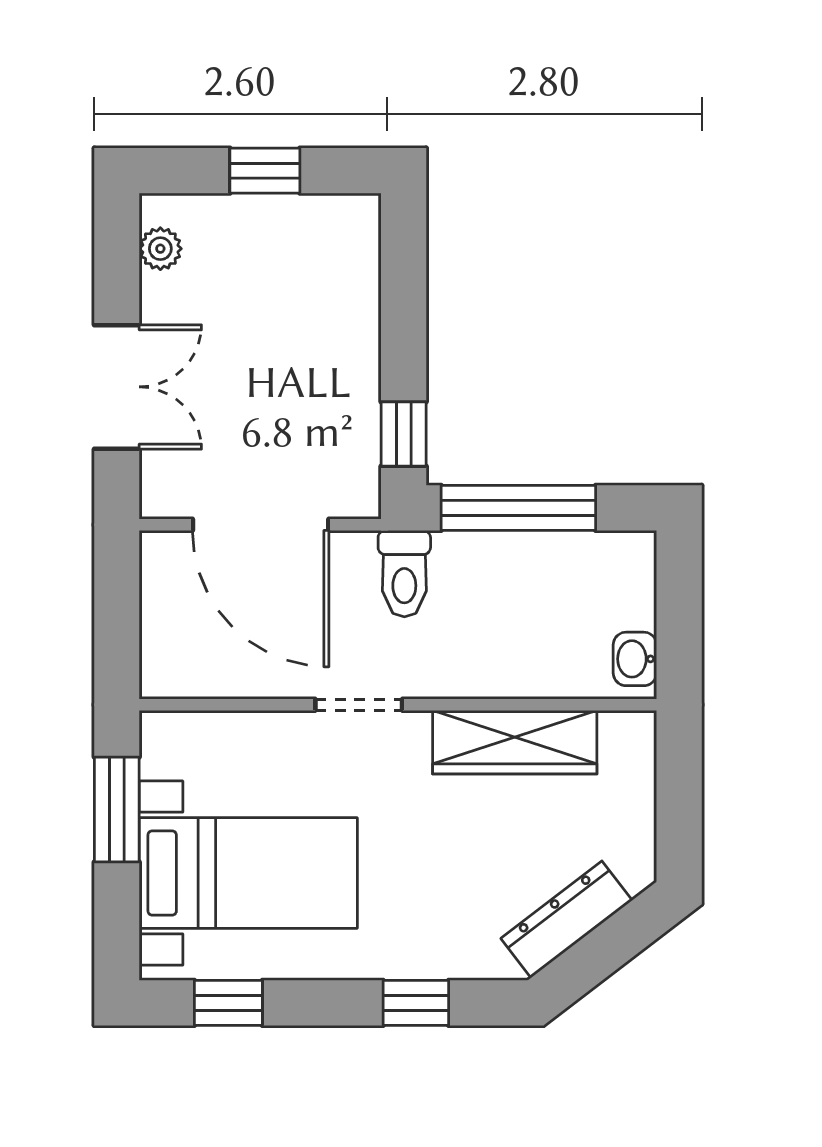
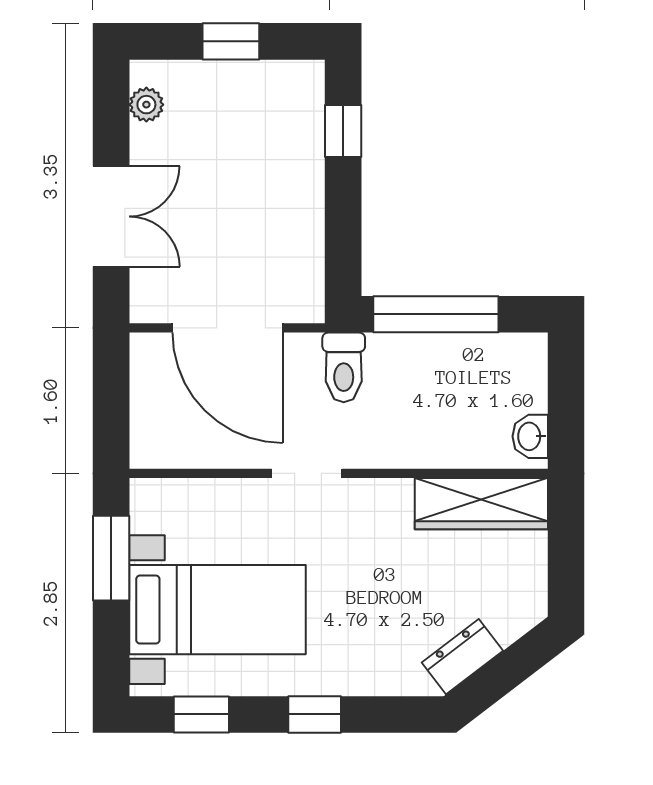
window: (404, 434) -> (343, 131), moved
wardrobe: (515, 742) -> (481, 504), moved
dresser: (566, 919) -> (462, 657), width x0.70
window: (416, 1003) -> (315, 714), moved

